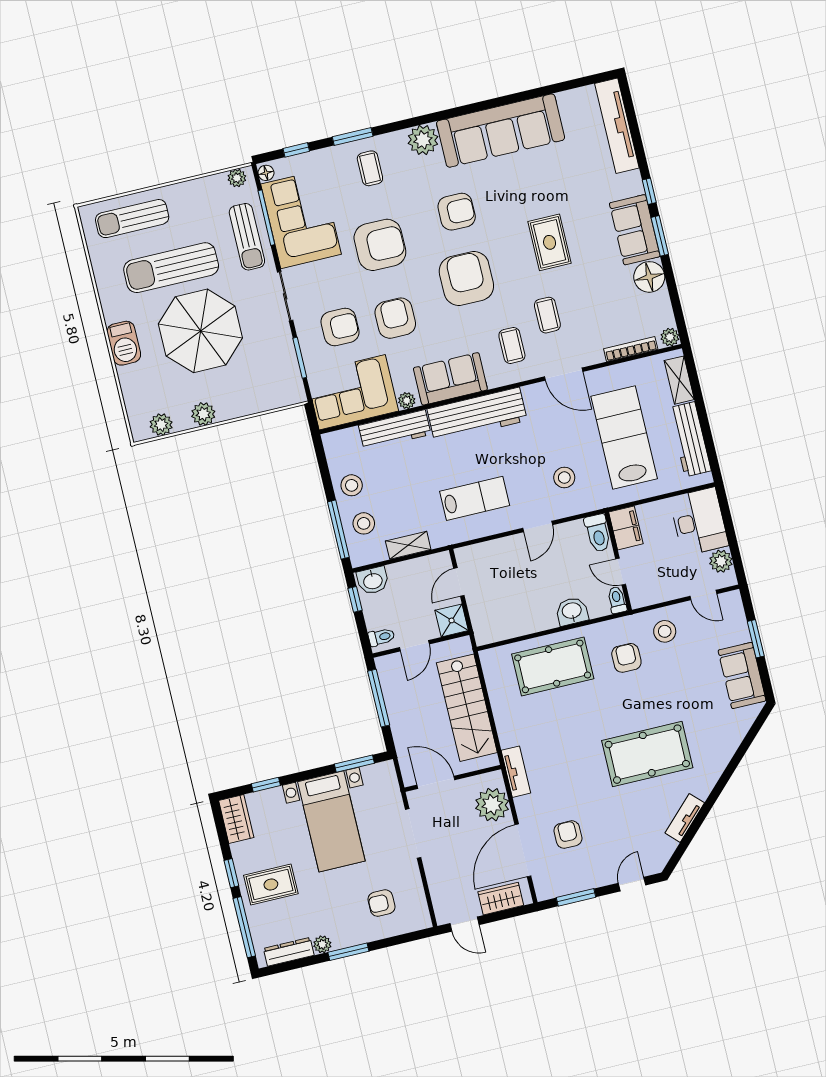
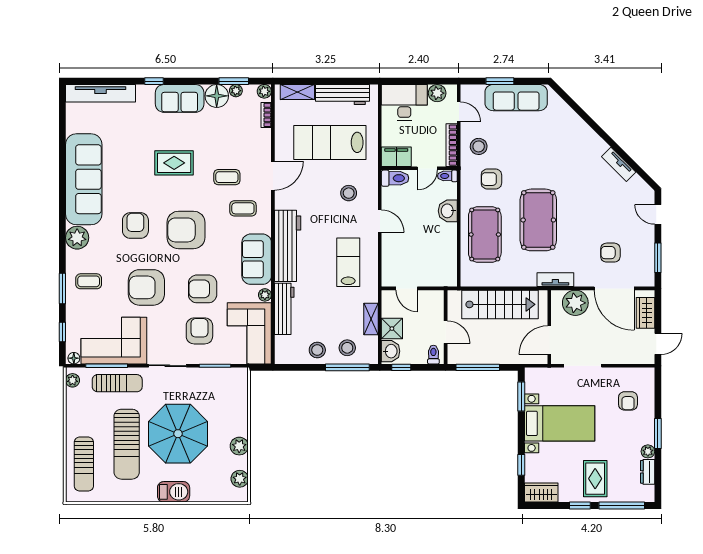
window: (660, 236) -> (234, 81), moved
armchair: (380, 245) -> (146, 287), turned -90
plant: (662, 300) -> (236, 91), added
bookcase: (631, 349) -> (266, 115), width x0.64
door: (703, 595) -> (459, 112), hinge flipped
bookcase: (658, 596) -> (452, 145), added
shower: (452, 620) -> (392, 329), moved
sofa: (742, 675) -> (516, 98), width x1.36
pool table: (647, 754) -> (538, 220), moved
dresser: (289, 952) -> (648, 472), width x0.70

